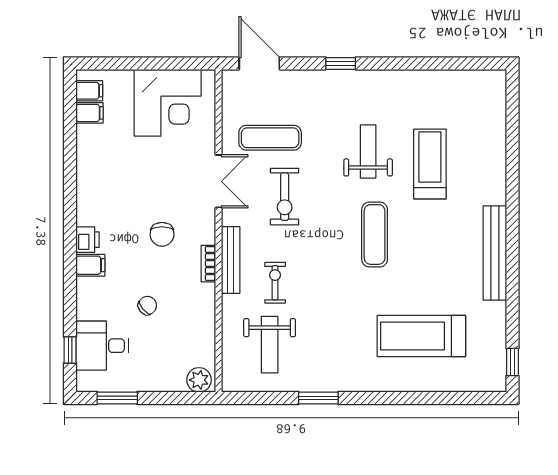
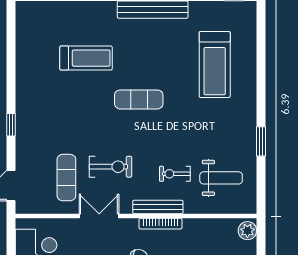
weight bench: (368, 152) -> (77, 104), removed
treadmill: (430, 164) -> (86, 58), turned 180
bookcase: (208, 264) -> (160, 224), width x1.56

